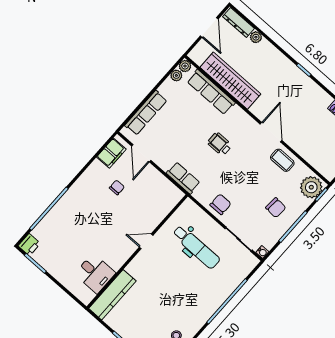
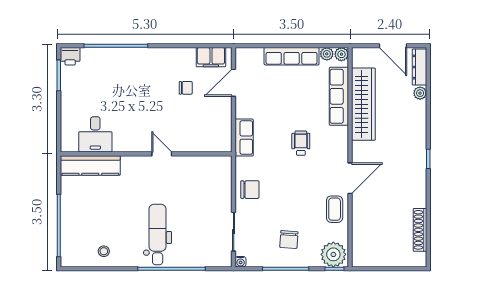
door: (209, 27) -> (393, 46), hinge flipped
row of seats: (146, 113) -> (292, 56), moved
dental chair: (196, 247) -> (158, 234), moved, turned 180

